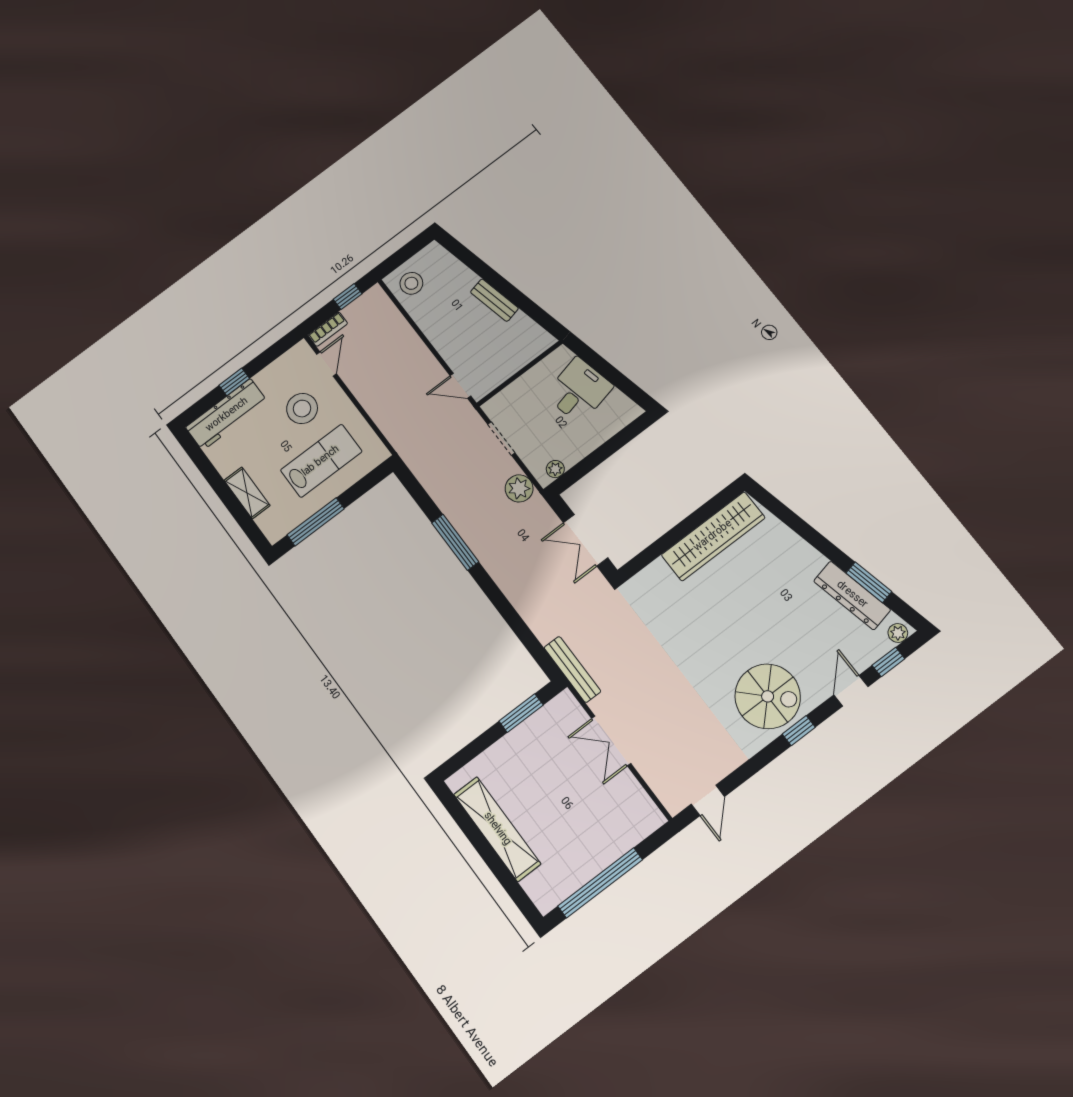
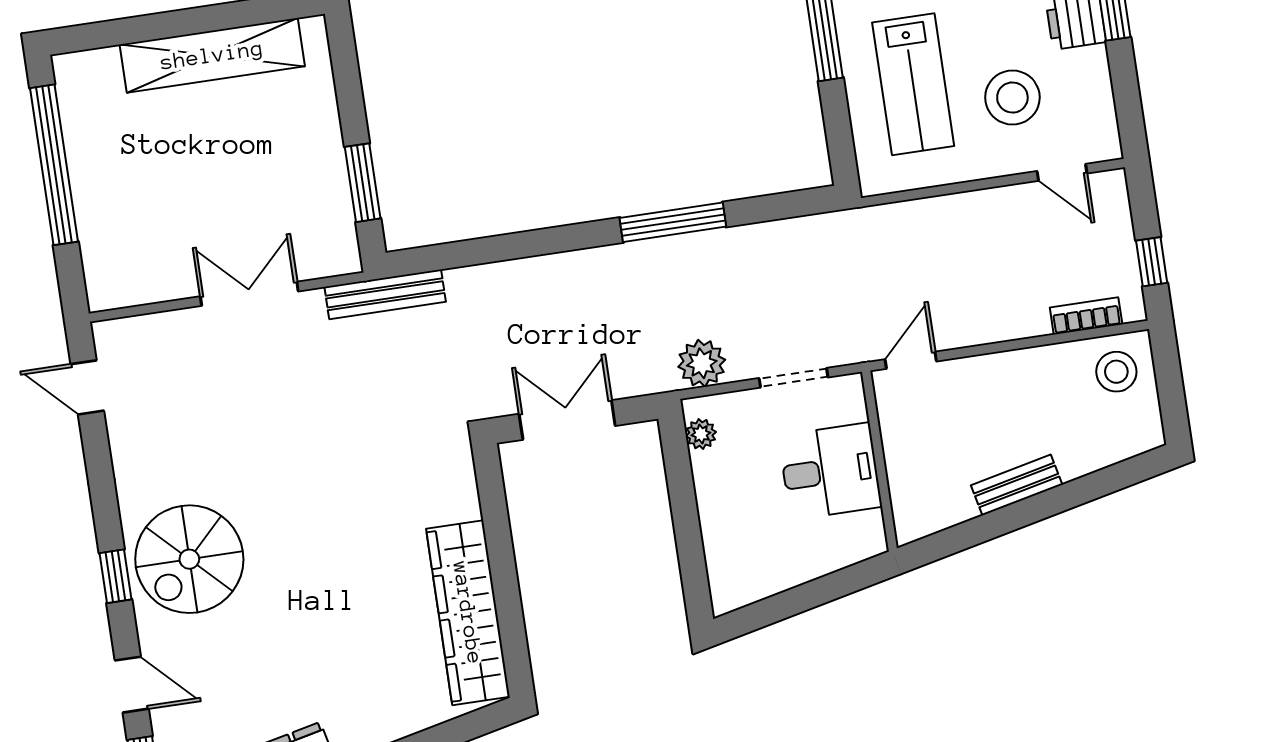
bookcase: (328, 329) -> (1086, 316), moved, turned 90
desk: (579, 391) -> (830, 471), moved, turned -77

